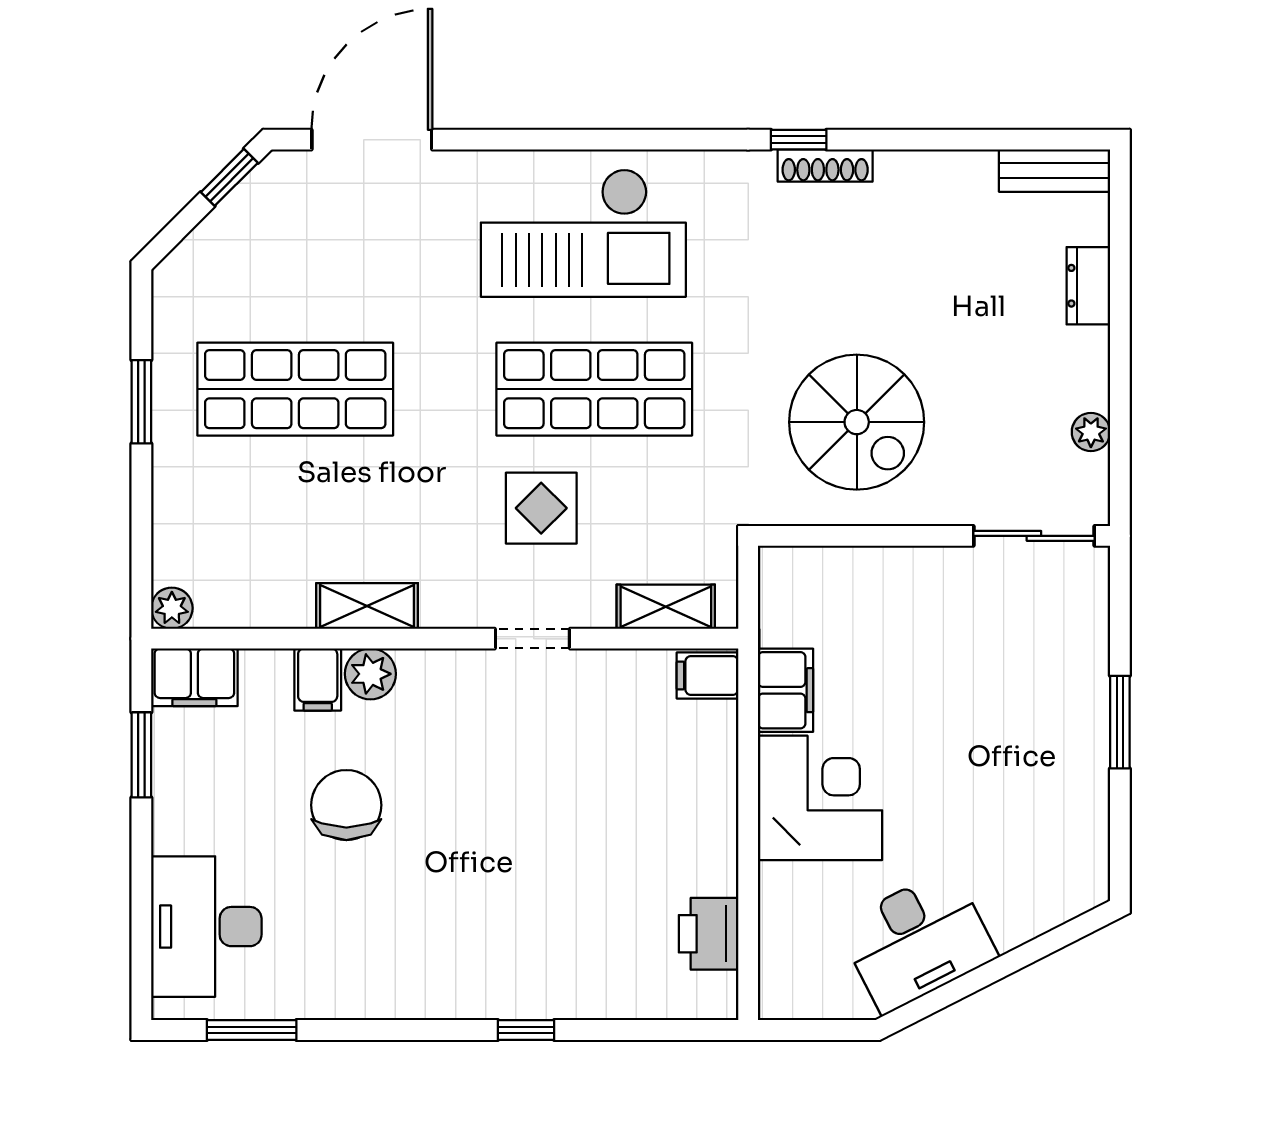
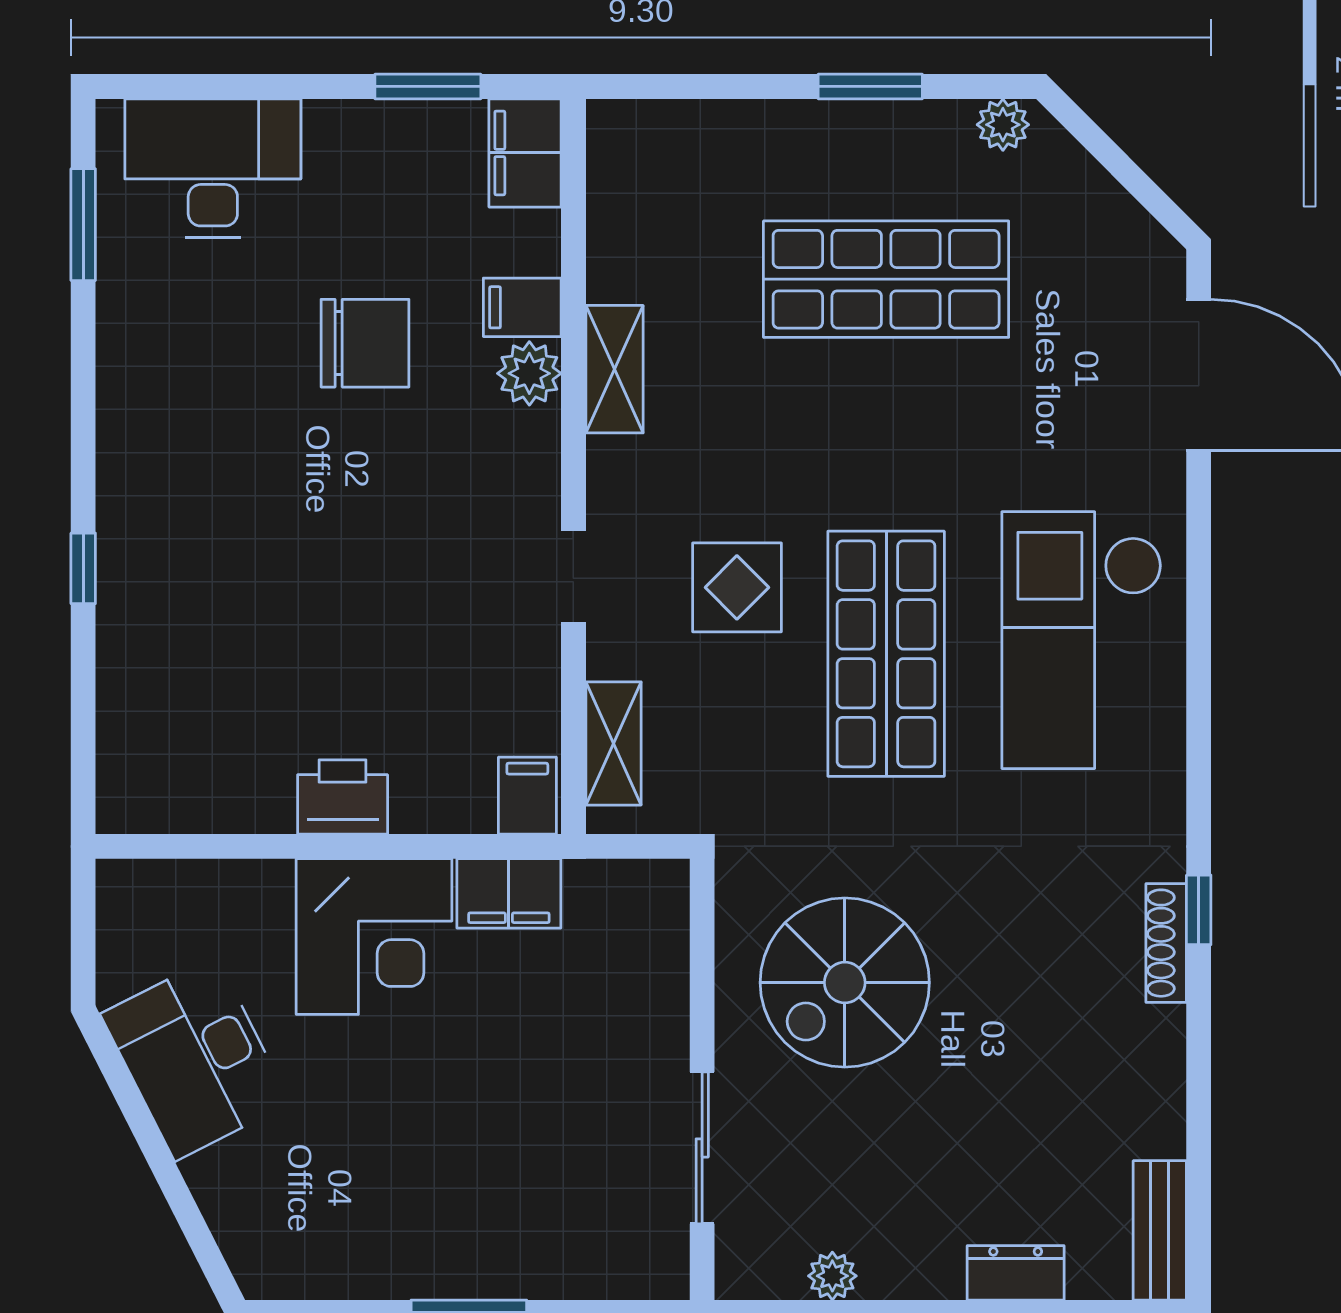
window: (229, 177) -> (1151, 197), removed
shop shelf: (295, 389) -> (886, 279), turned 90
sliding door: (1034, 536) -> (702, 1148), moved
plant: (172, 608) -> (1003, 125), moved
printer: (709, 934) -> (343, 797), moved

